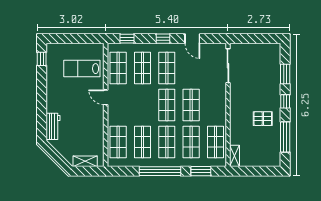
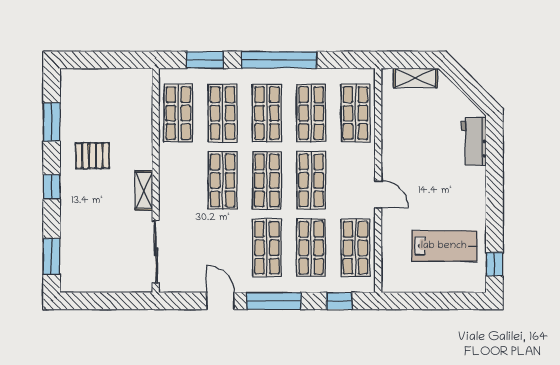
window: (163, 39) -> (274, 301), width x2.17
lab bench: (82, 69) -> (444, 246), moved
window: (285, 74) -> (52, 256), moved
shop shelf: (142, 105) -> (311, 180), added
window: (285, 137) -> (52, 122), width x0.69
shelving: (234, 156) -> (144, 191), moved

